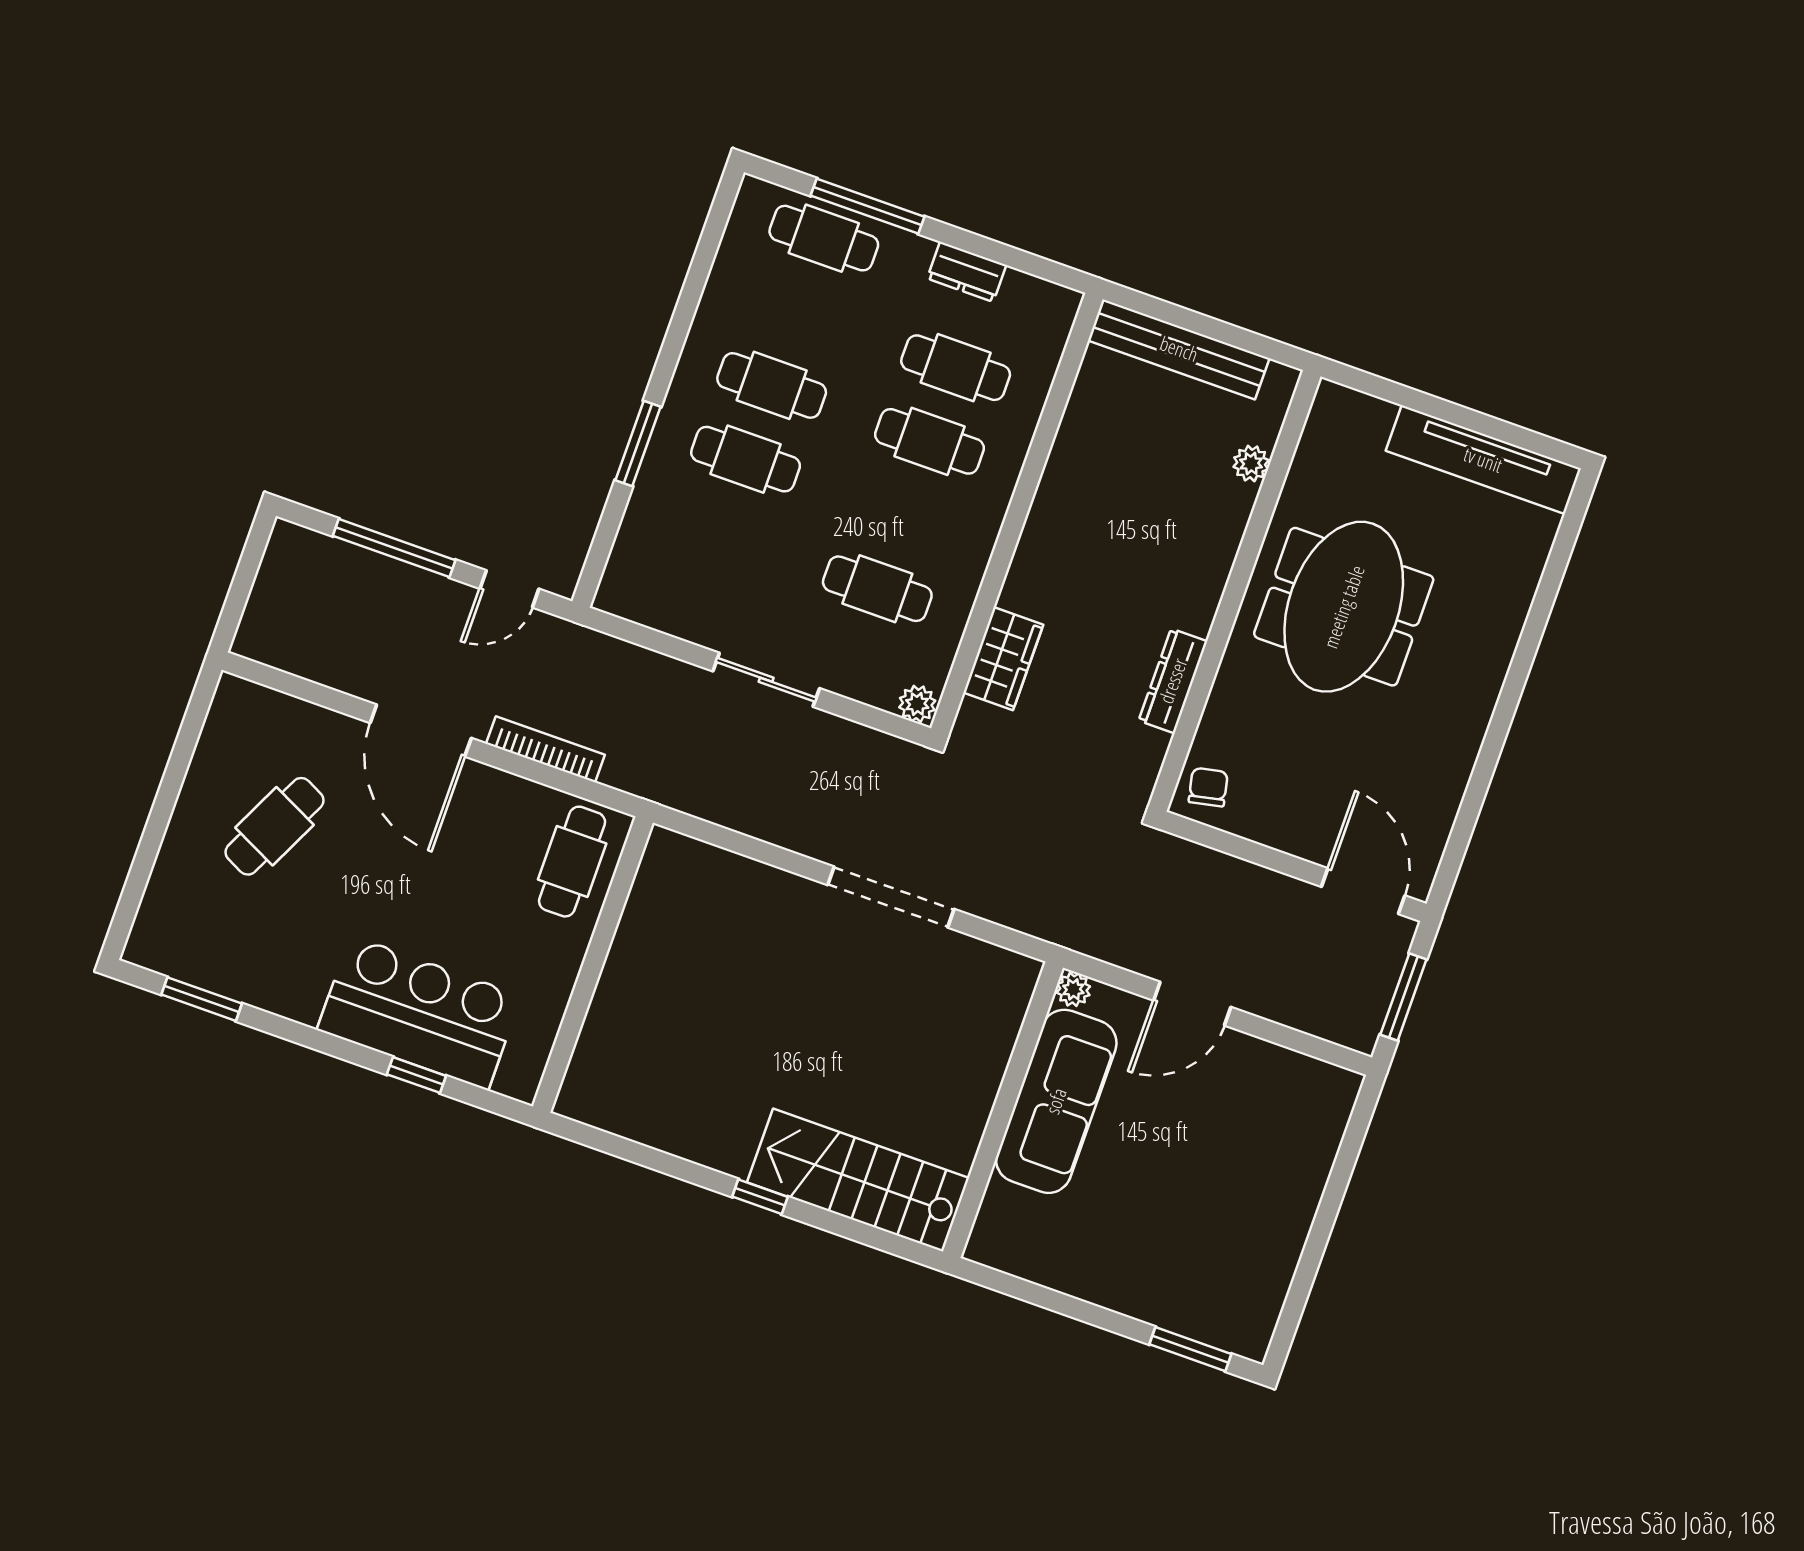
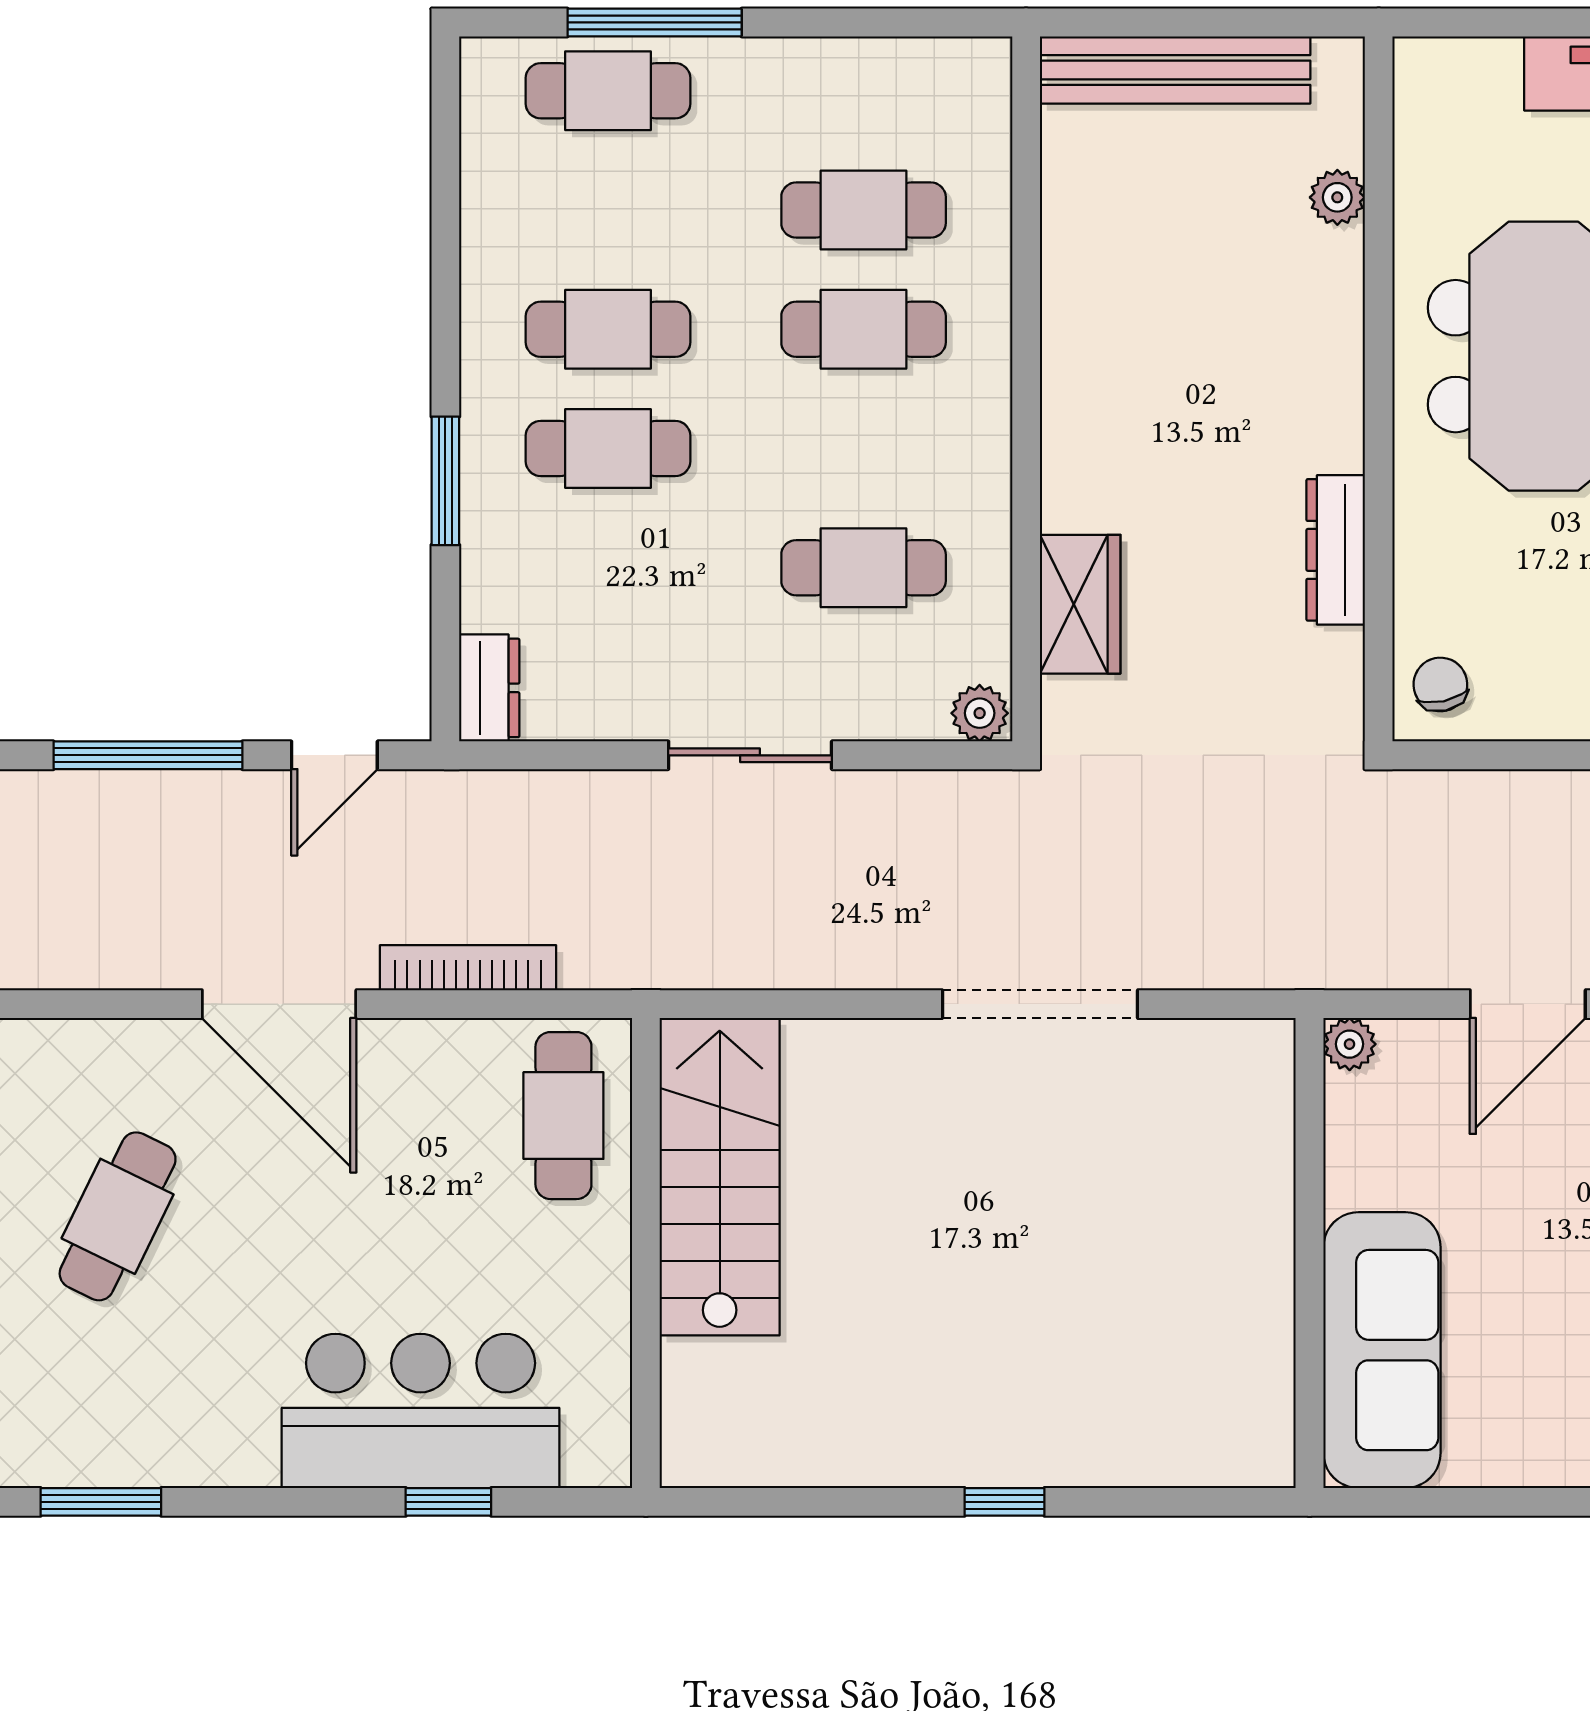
dresser: (967, 272) -> (489, 688), moved, turned -90
sofa: (1056, 1101) -> (1382, 1350), moved
stairs: (858, 1180) -> (720, 1177), moved, turned 90

